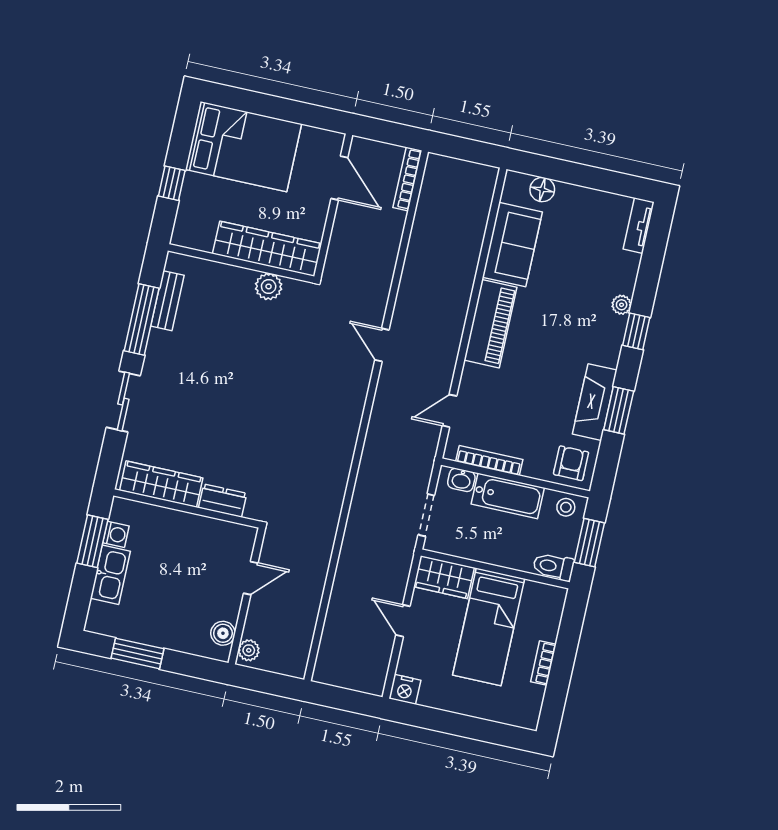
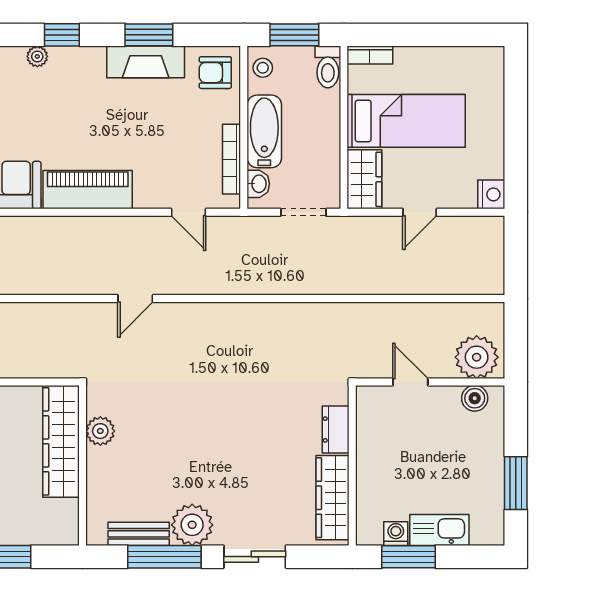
plant: (165, 351) -> (192, 525), added
plant: (249, 650) -> (477, 357), width x1.88, depth x1.88
bookcase: (543, 663) -> (370, 55), moved

